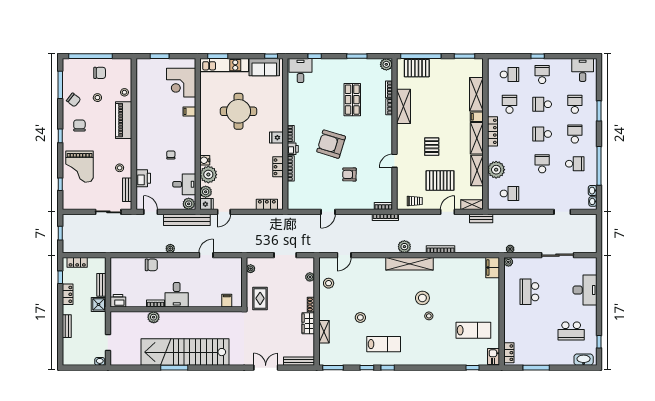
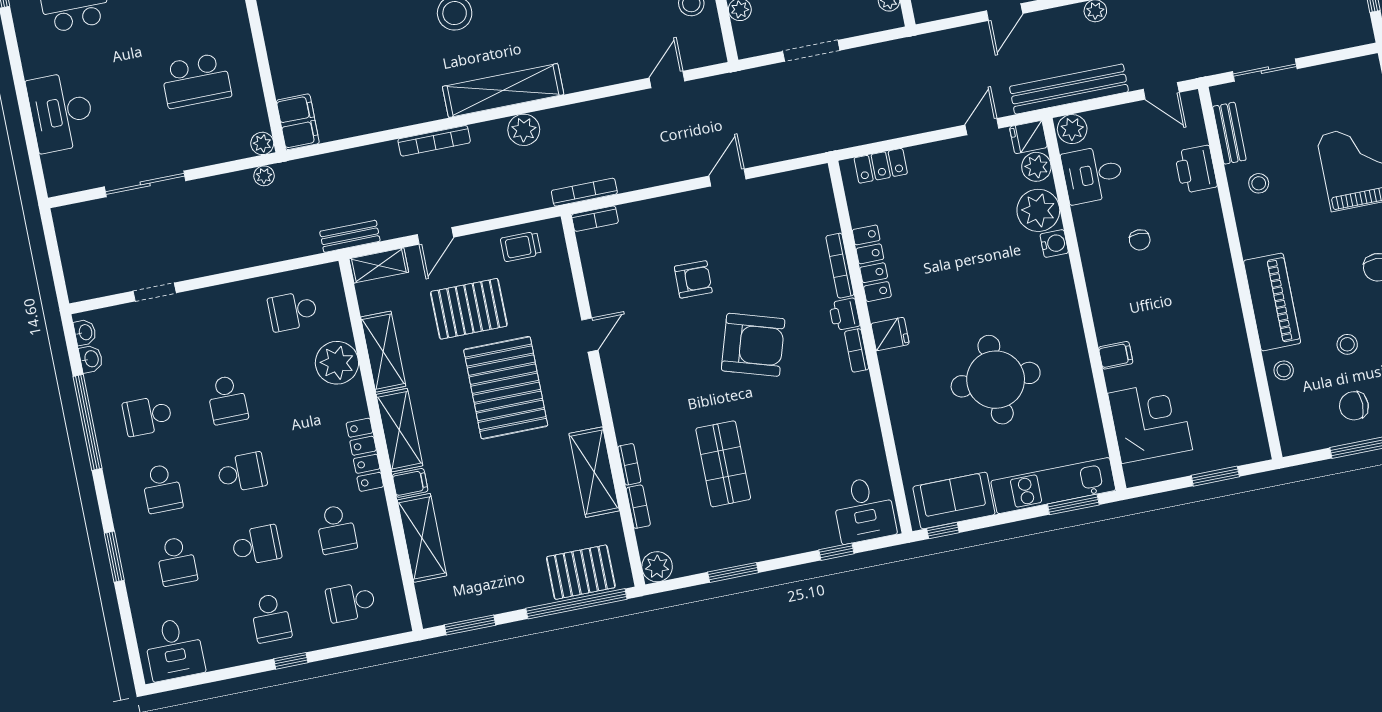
pallet: (432, 147) -> (506, 388), width x2.05, depth x2.00
locker: (278, 167) -> (872, 263), width x1.53
school desk: (529, 292) -> (196, 80), turned 90

